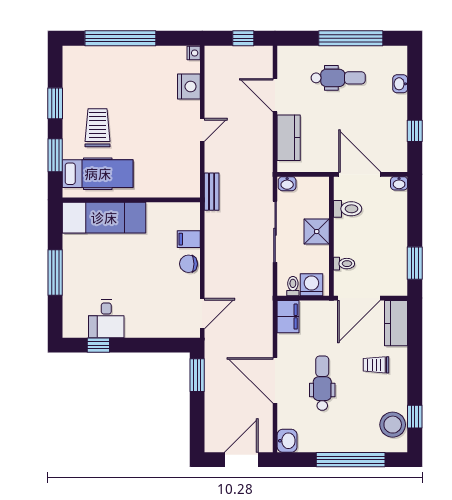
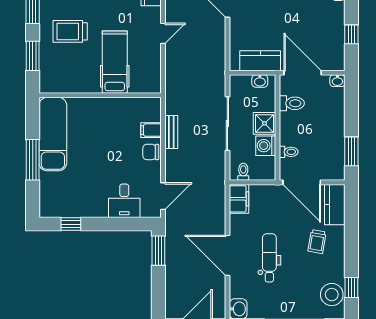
trolley: (98, 128) -> (70, 31), turned -90
kitchen counter: (289, 138) -> (260, 61), moved, turned -90
hospital bed: (98, 174) -> (115, 62), moved, turned -90
washbasin: (287, 184) -> (260, 81), moved
bench: (212, 192) -> (171, 132), moved
exam couch: (104, 218) -> (53, 134), moved, turned -90
washing machine: (311, 285) -> (266, 146), moved, turned -90
door: (359, 298) -> (302, 182), hinge flipped
desk: (106, 319) -> (124, 201), moved
trolley: (376, 365) -> (317, 242), turned -80

